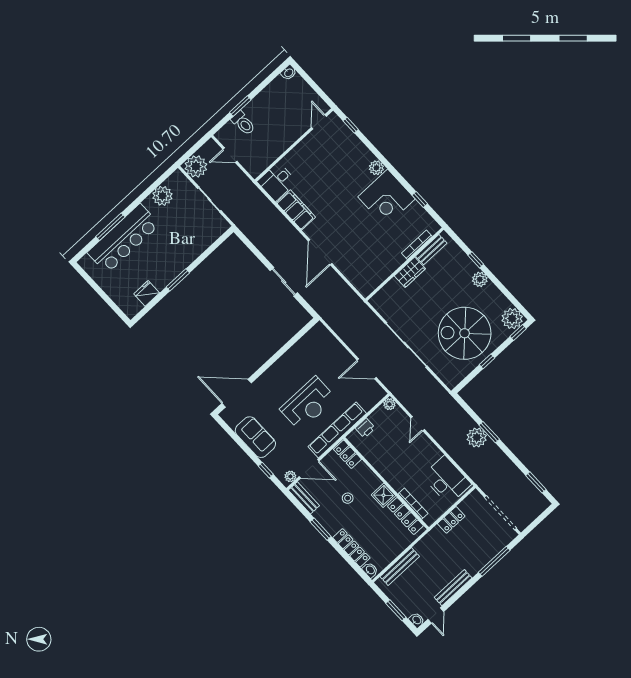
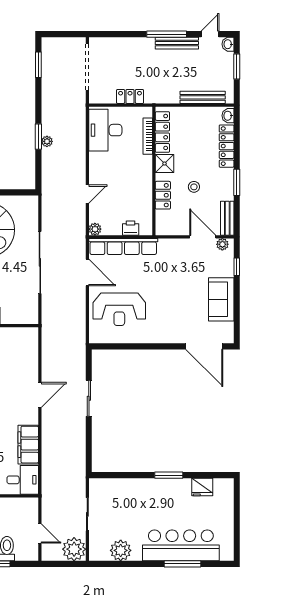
door: (320, 252) -> (40, 395), width x0.73
reception desk: (308, 404) -> (119, 309), moved, turned 180
row of seats: (337, 430) -> (123, 246), moved
plant: (477, 437) -> (47, 141), width x0.53, depth x0.53
locker: (347, 454) -> (163, 195), moved
window: (494, 561) -> (167, 34), moved

